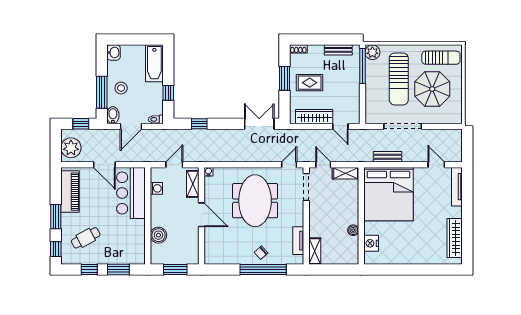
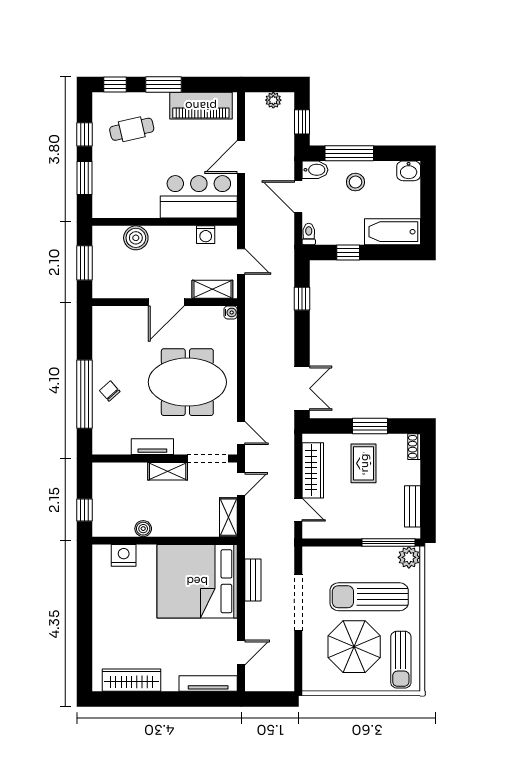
door: (340, 126) -> (298, 510), swing flipped
plant: (71, 148) -> (273, 100), width x0.53, depth x0.53
cafe table: (86, 238) -> (132, 129), turned -75
tv unit: (298, 241) -> (152, 447), moved
shelving: (315, 251) -> (168, 471), moved
window: (341, 270) -> (85, 510), added

